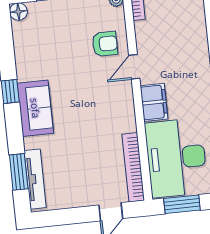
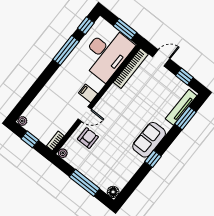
armchair: (105, 44) -> (88, 138), turned 90
filing cabinet: (154, 102) -> (88, 93), width x0.50
window: (65, 217) -> (184, 76), added

